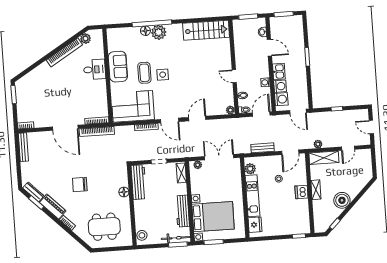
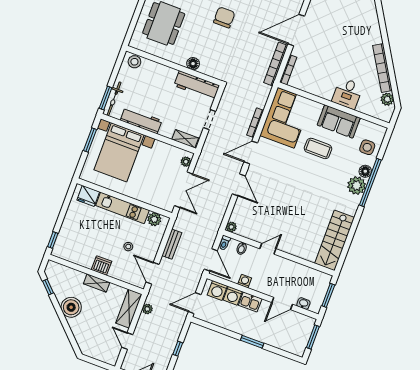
side table: (163, 75) -> (367, 147), moved

